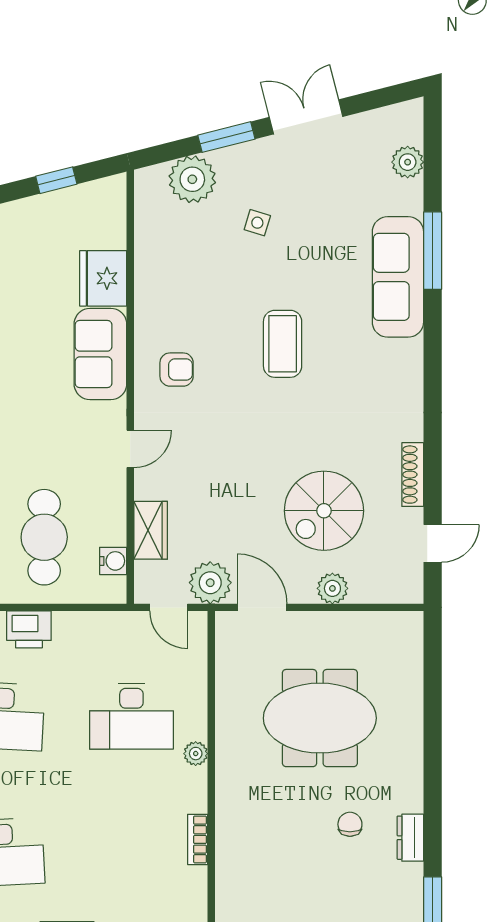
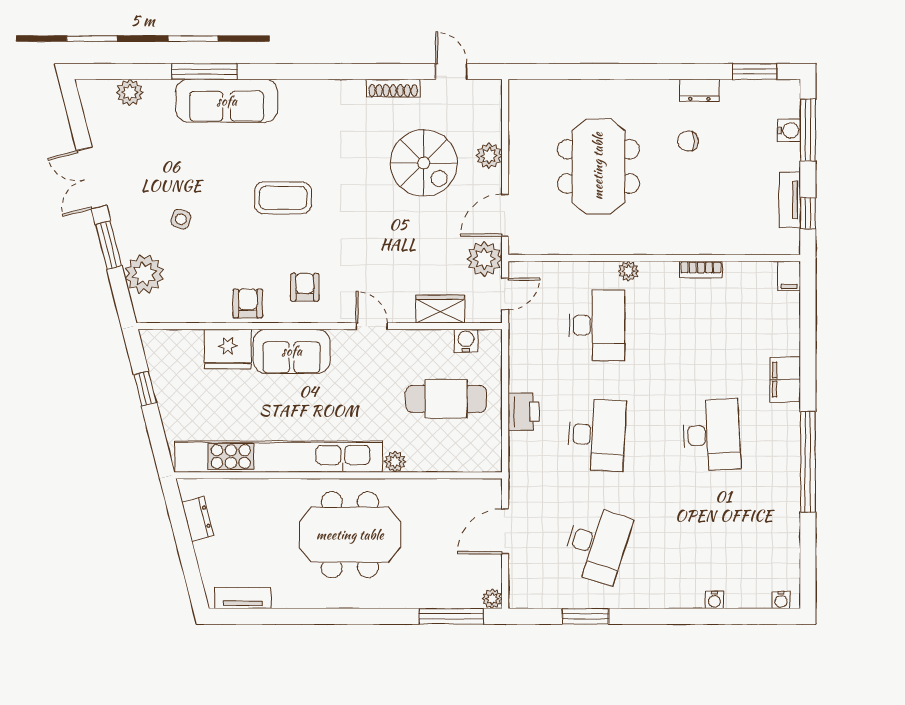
armchair: (157, 302) -> (248, 303), added

